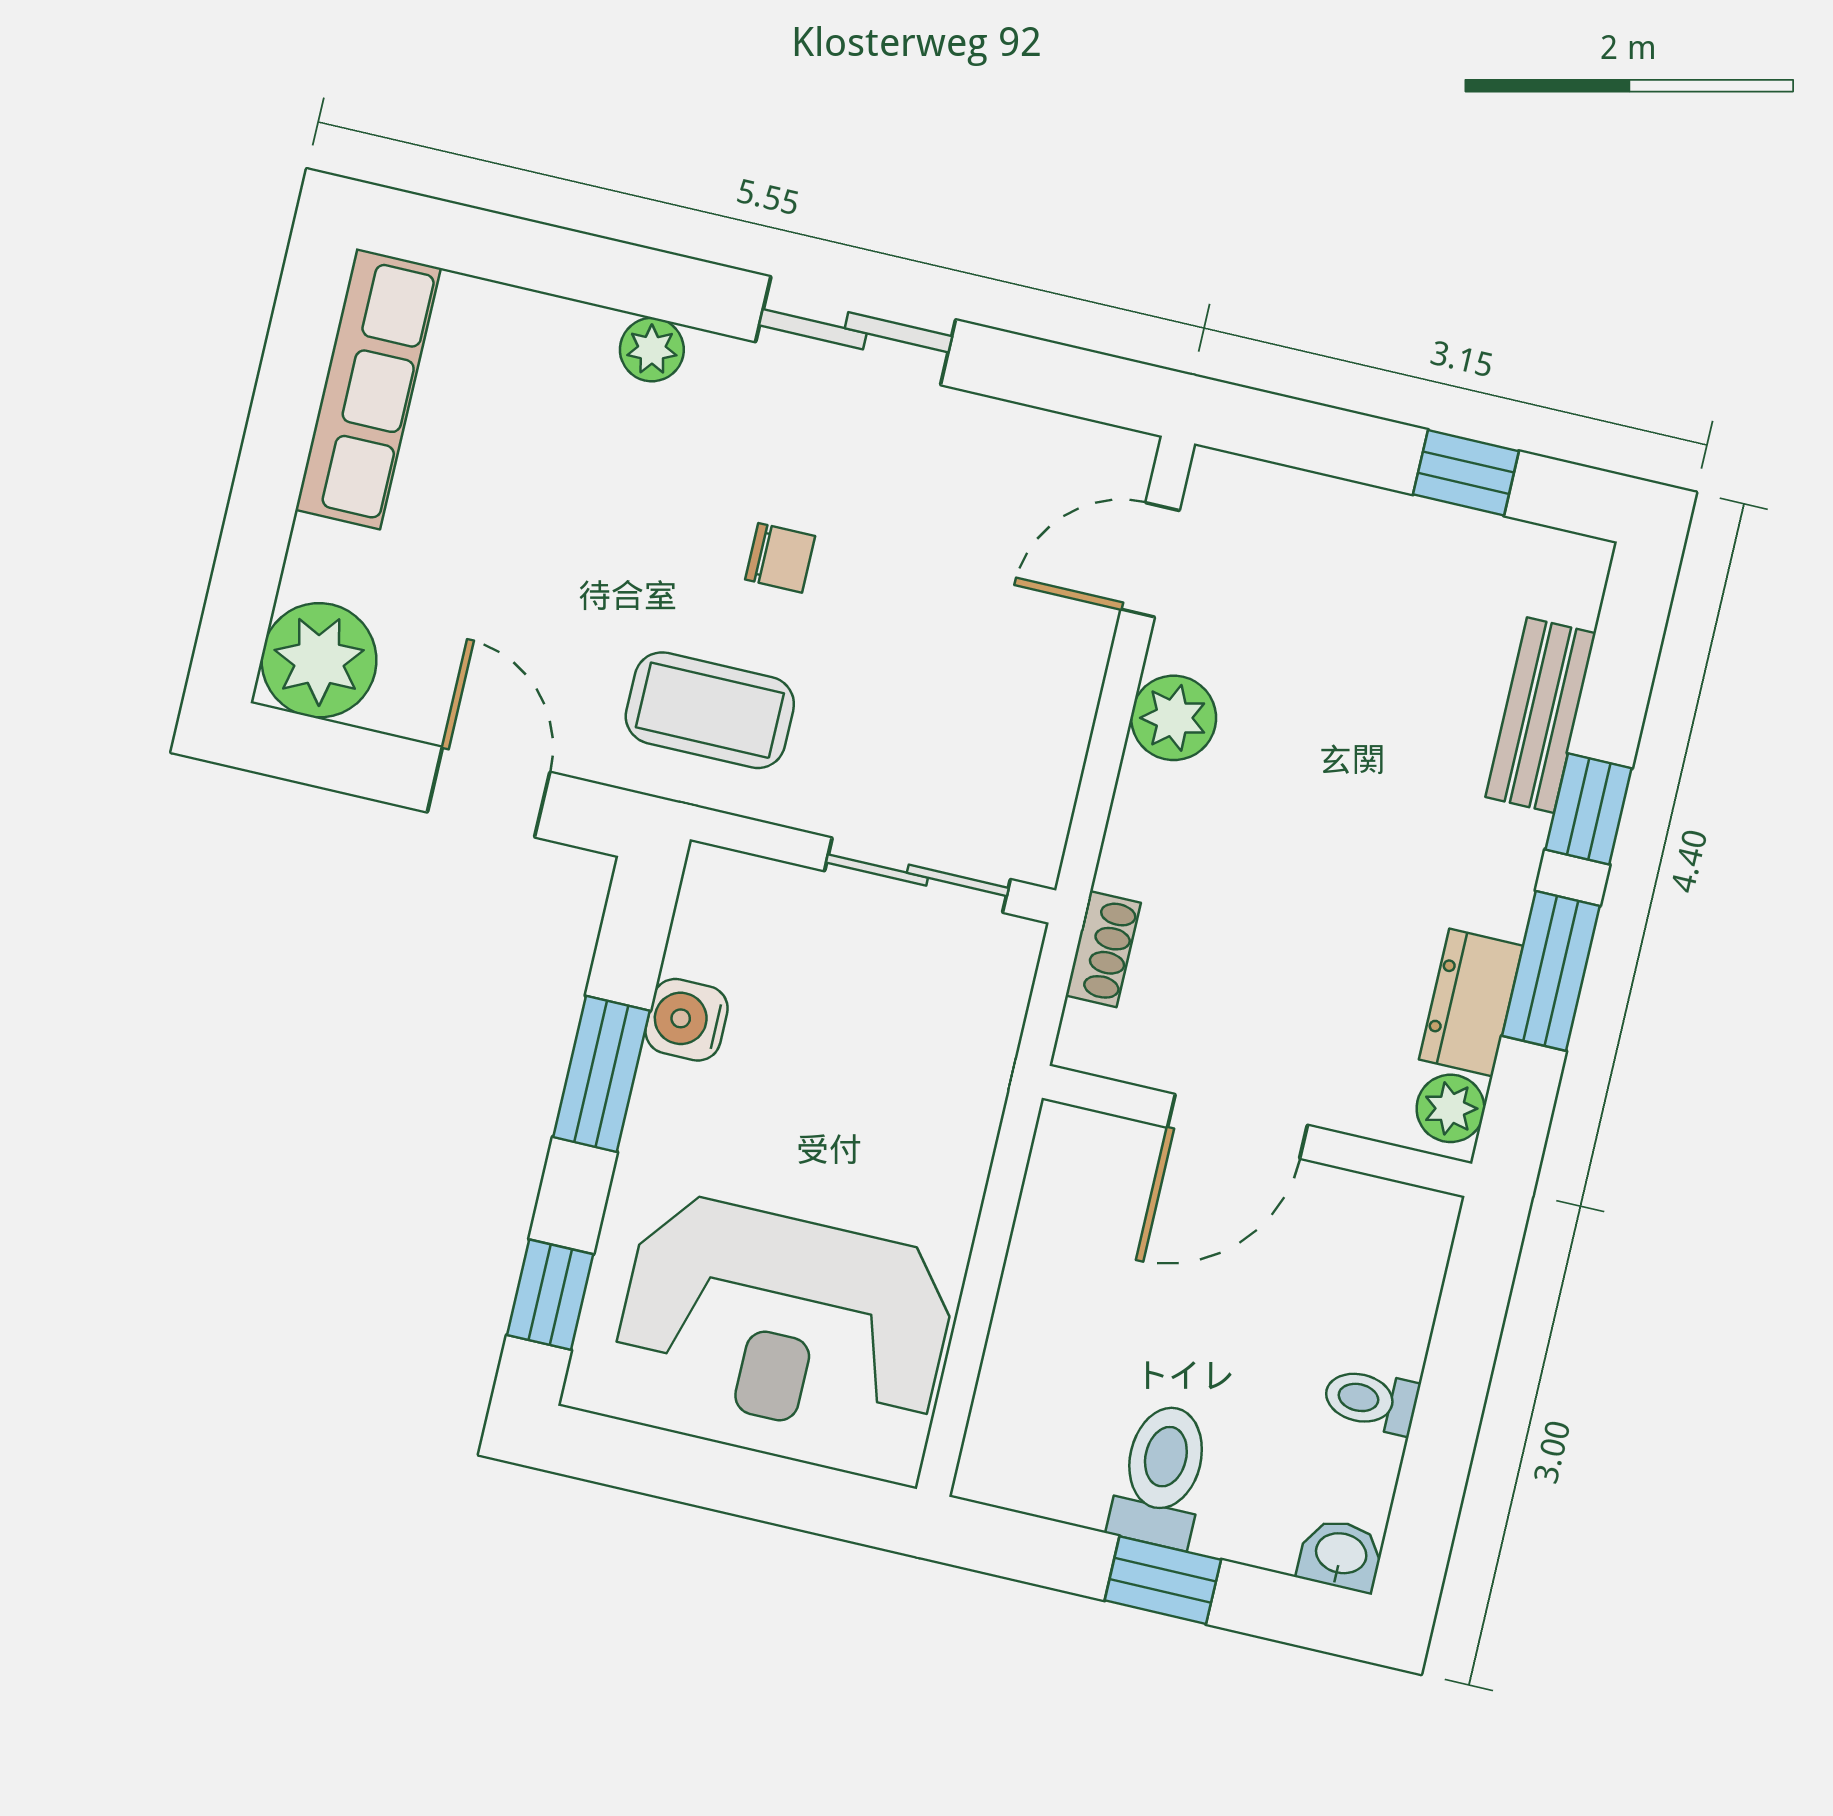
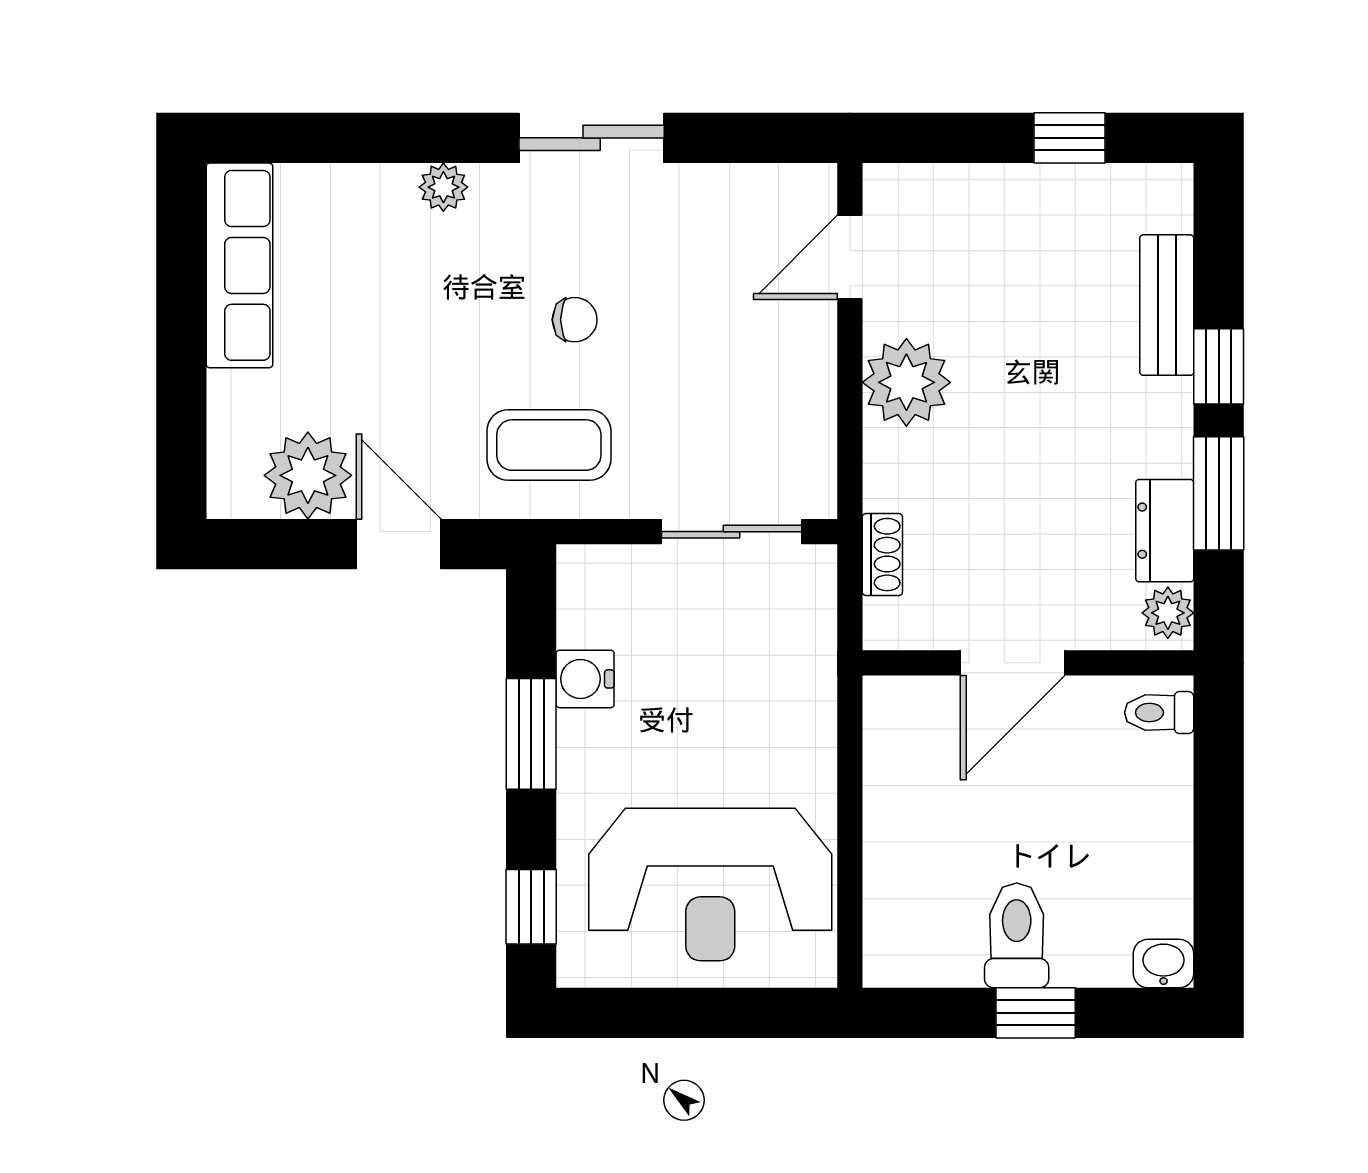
plant: (319, 660) -> (308, 475), moved
plant: (1174, 718) -> (906, 382), width x1.36, depth x1.36
toilet: (1371, 1400) -> (1159, 713), moved

